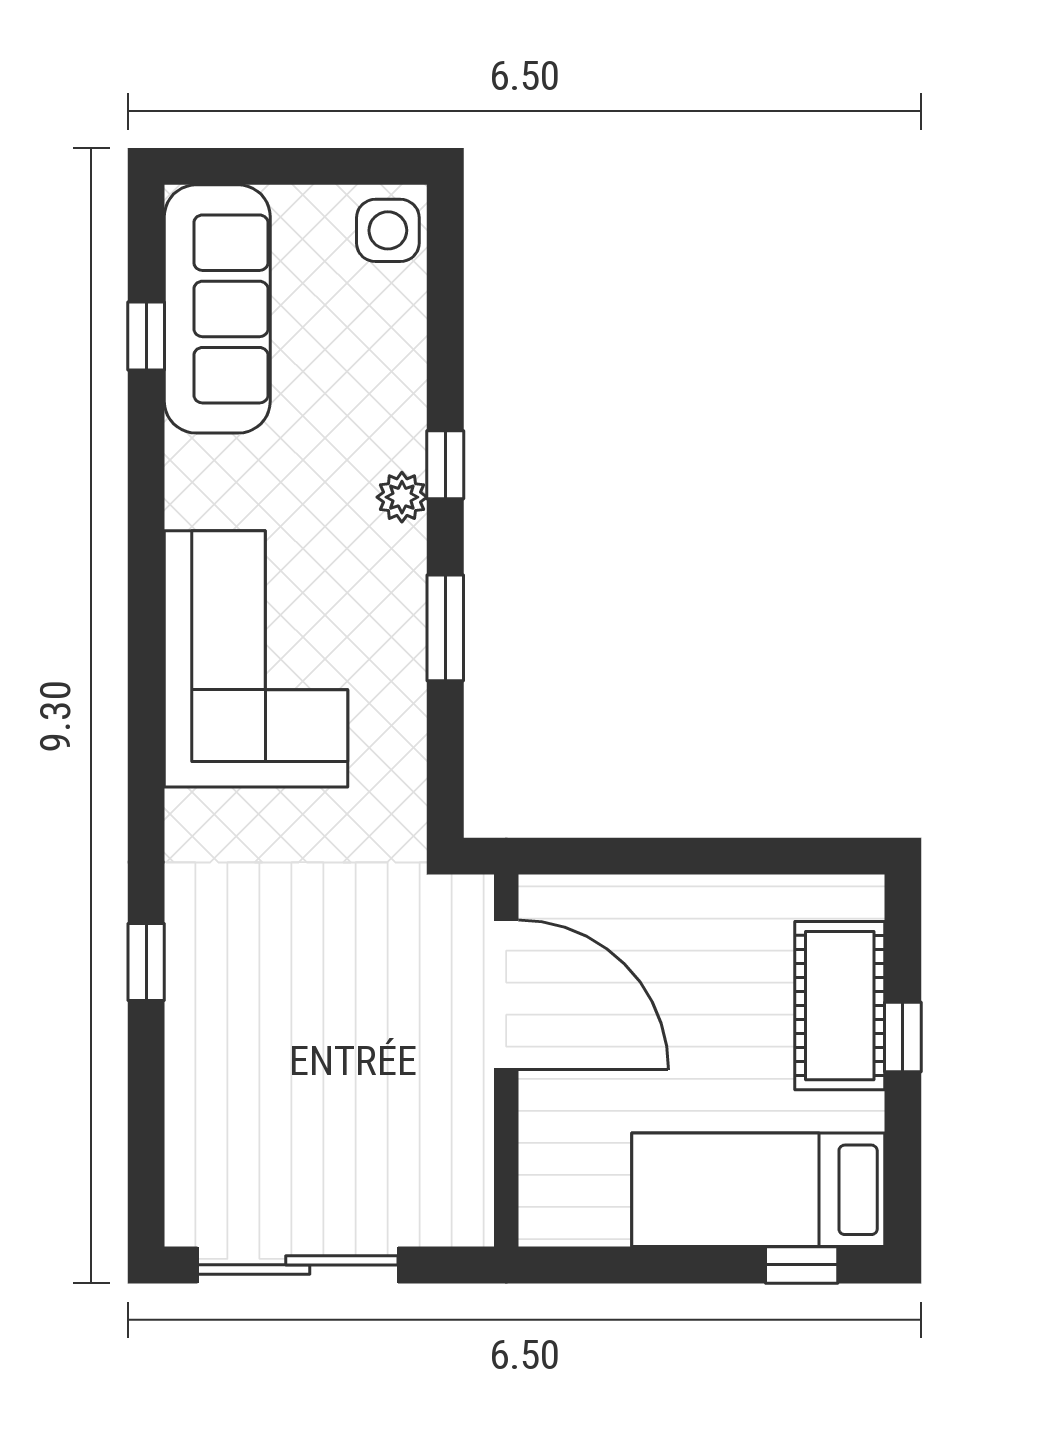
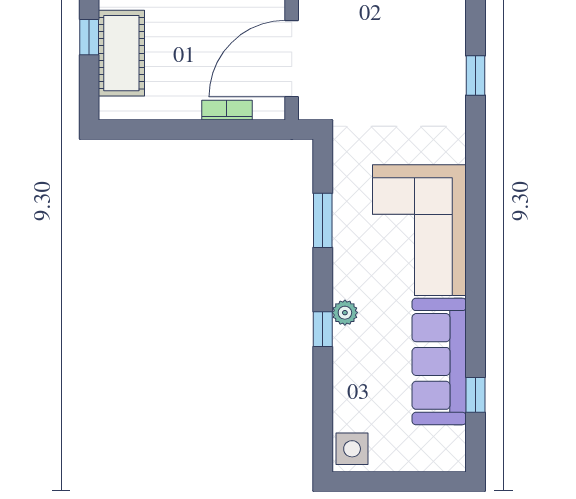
sofa: (217, 309) -> (439, 361), moved
window: (445, 628) -> (323, 220), moved
bookcase: (633, 894) -> (227, 110), added
door: (506, 995) -> (292, 59), hinge flipped

